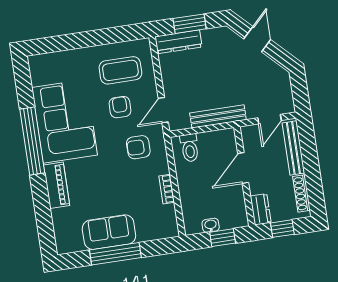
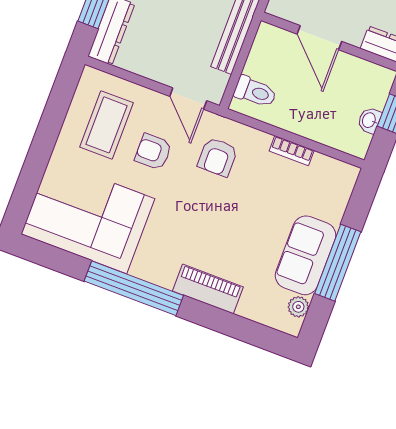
corner sofa: (65, 121) -> (88, 216), moved
plant: (76, 245) -> (298, 307), added

